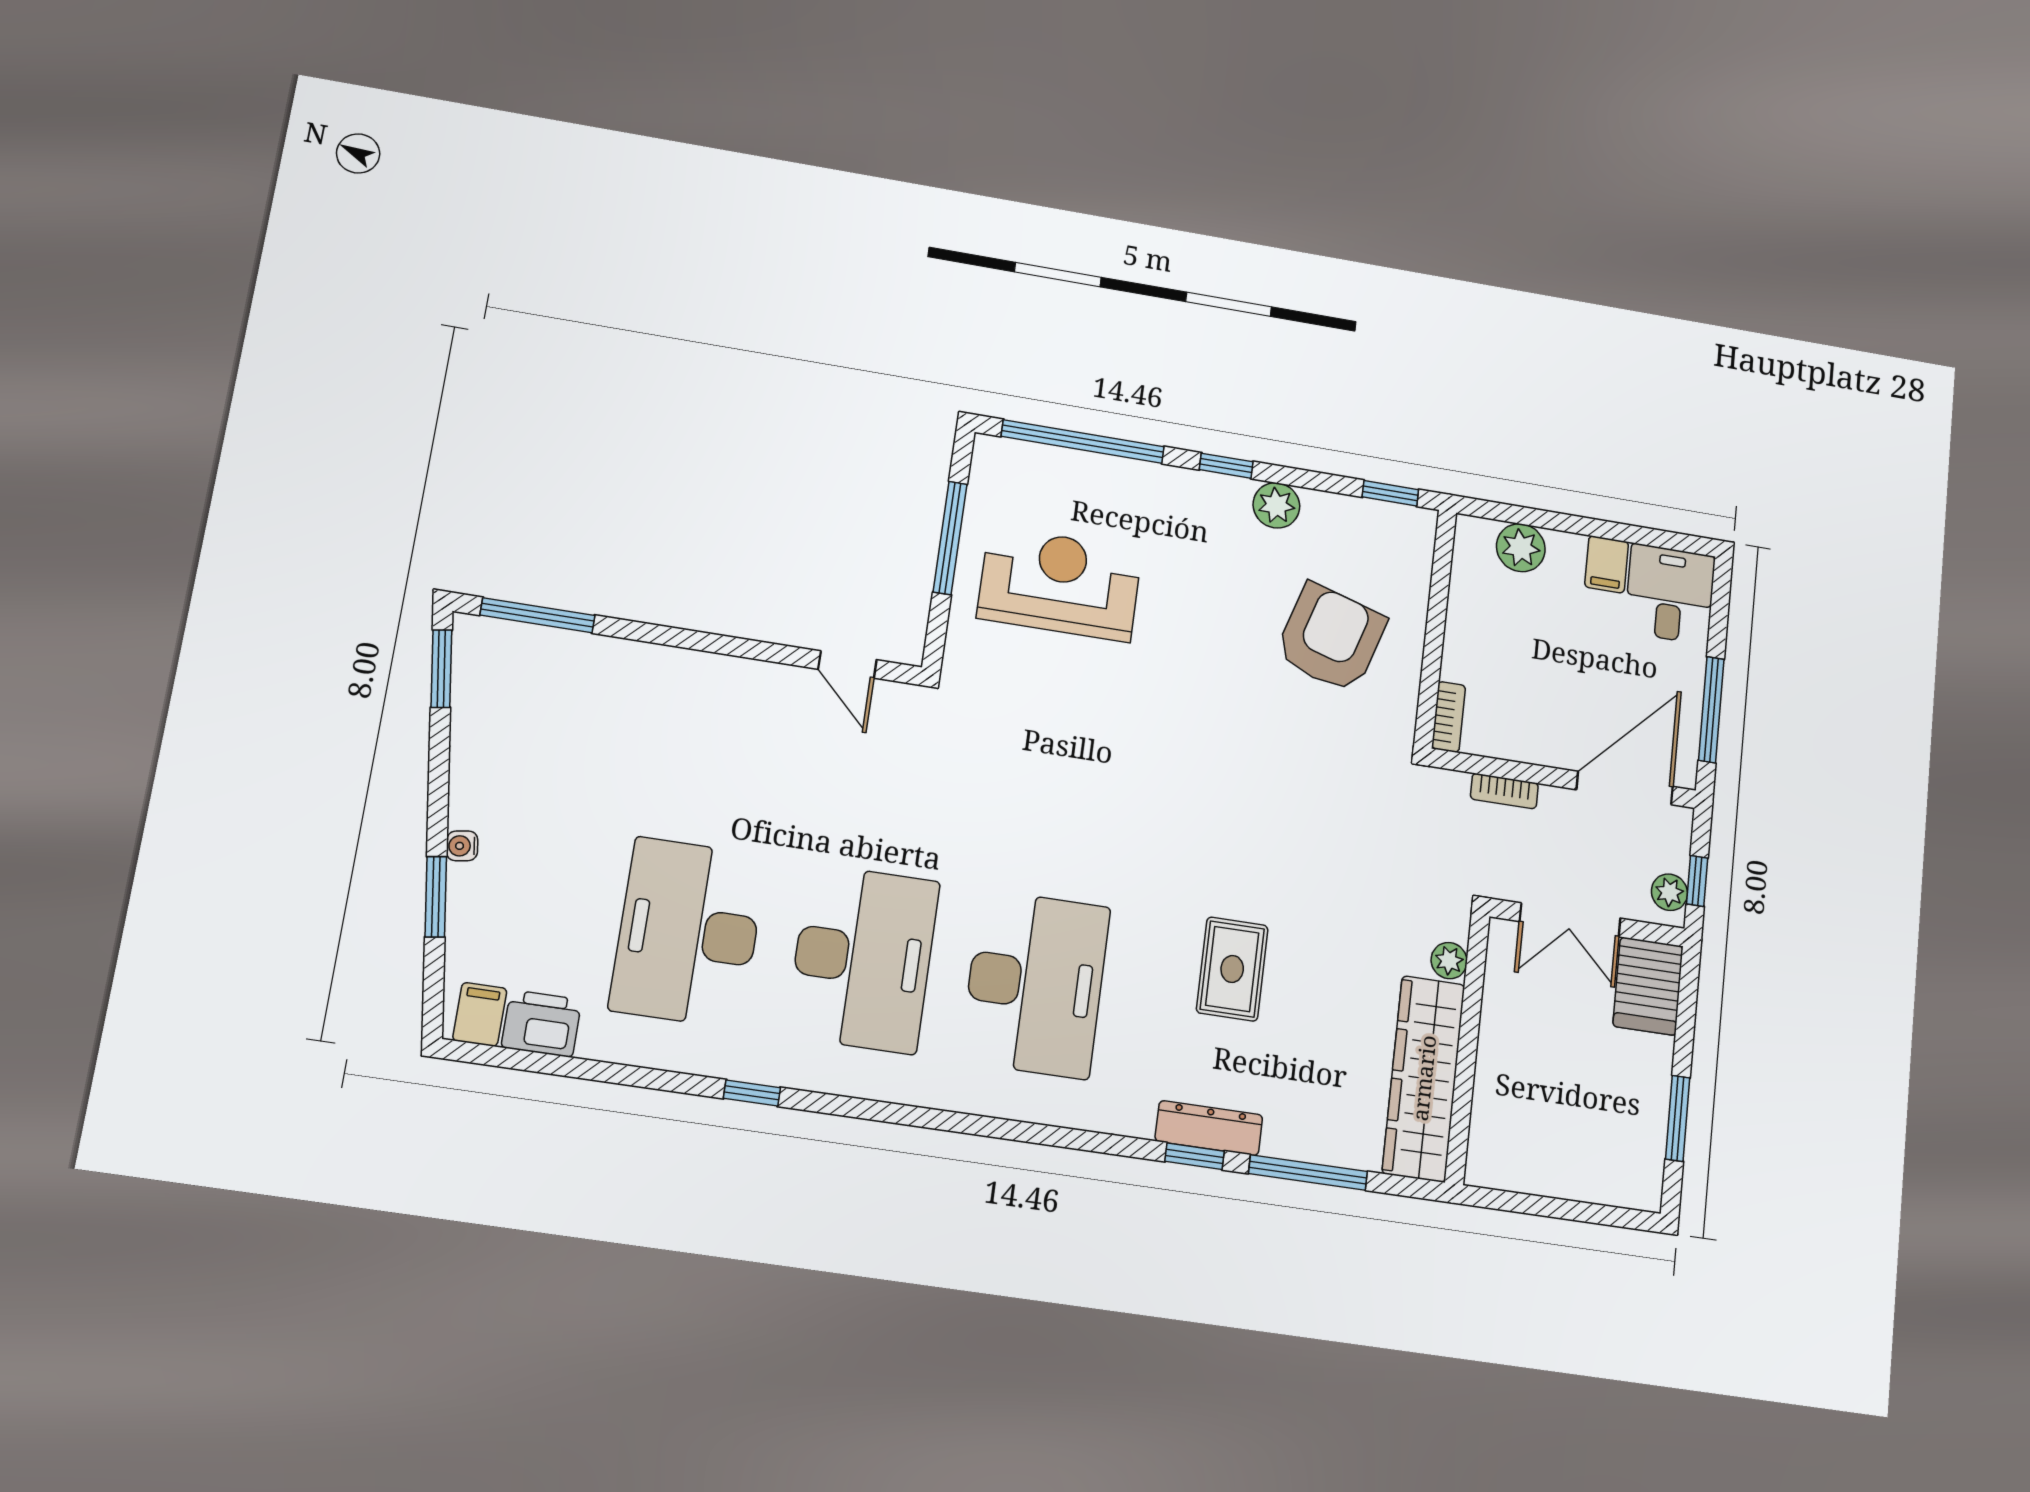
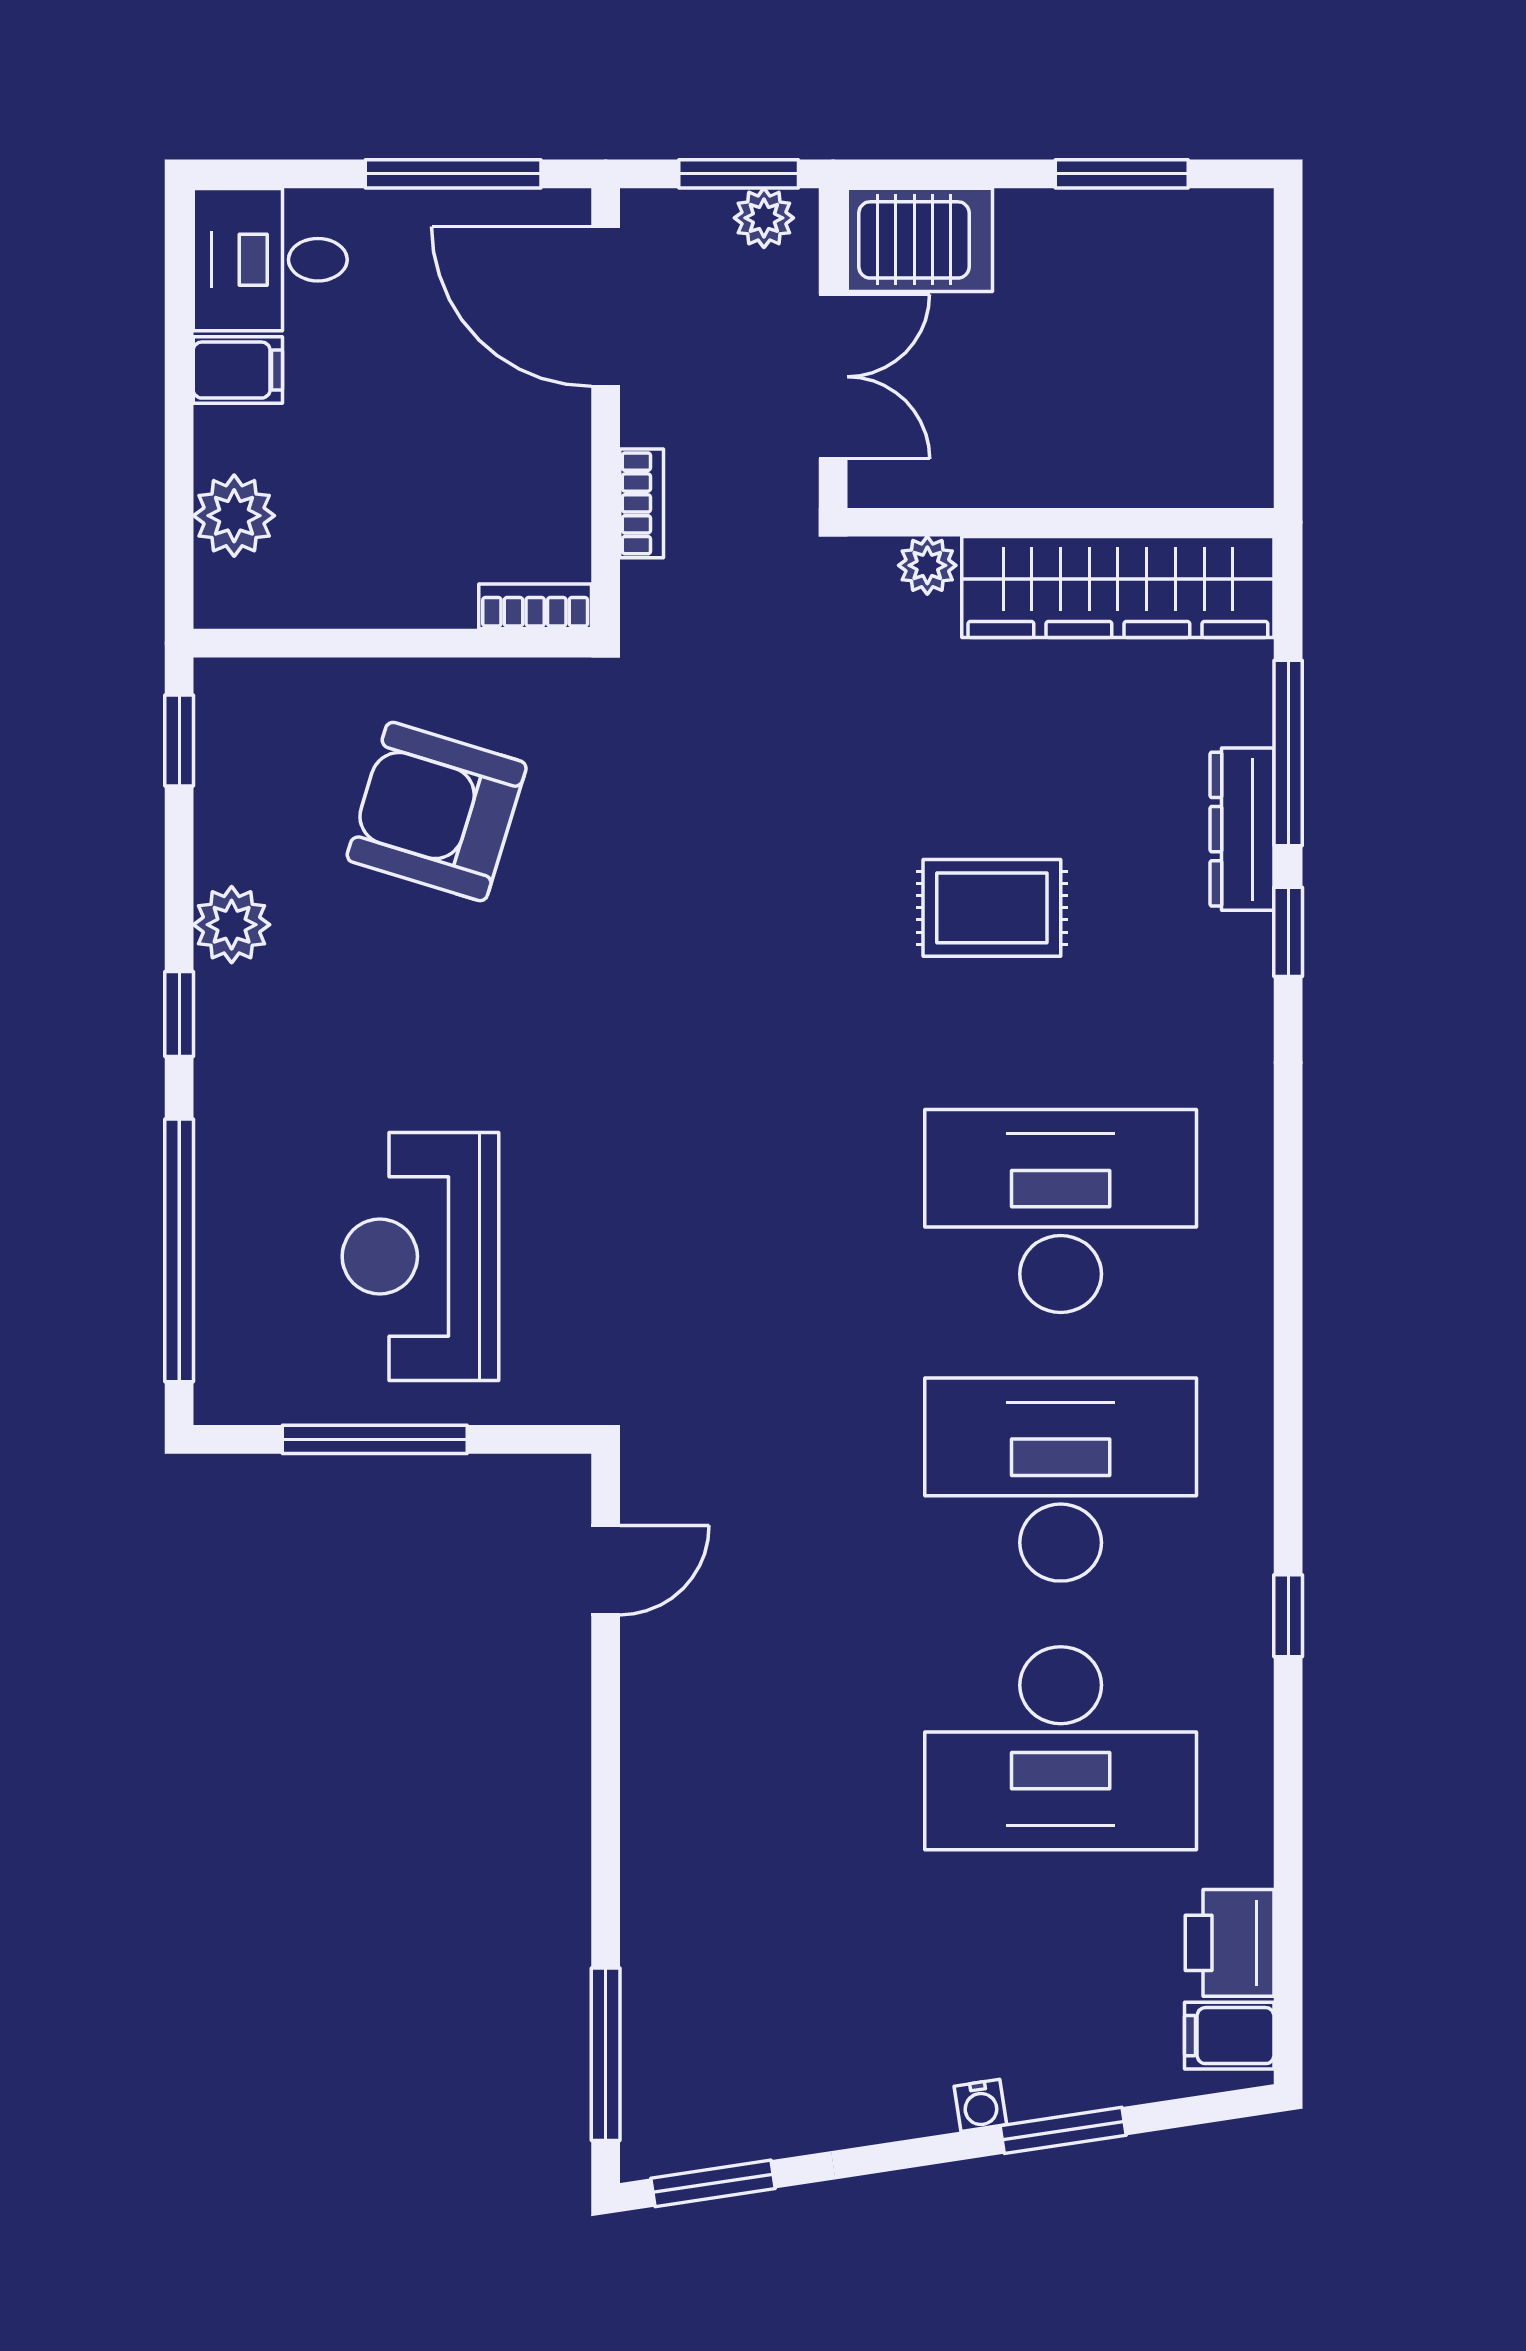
window: (1697, 881) -> (739, 174), width x1.50
dresser: (1209, 1128) -> (1242, 829), moved

